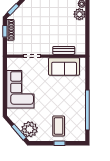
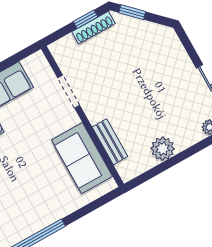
plant: (79, 14) -> (163, 149), moved

